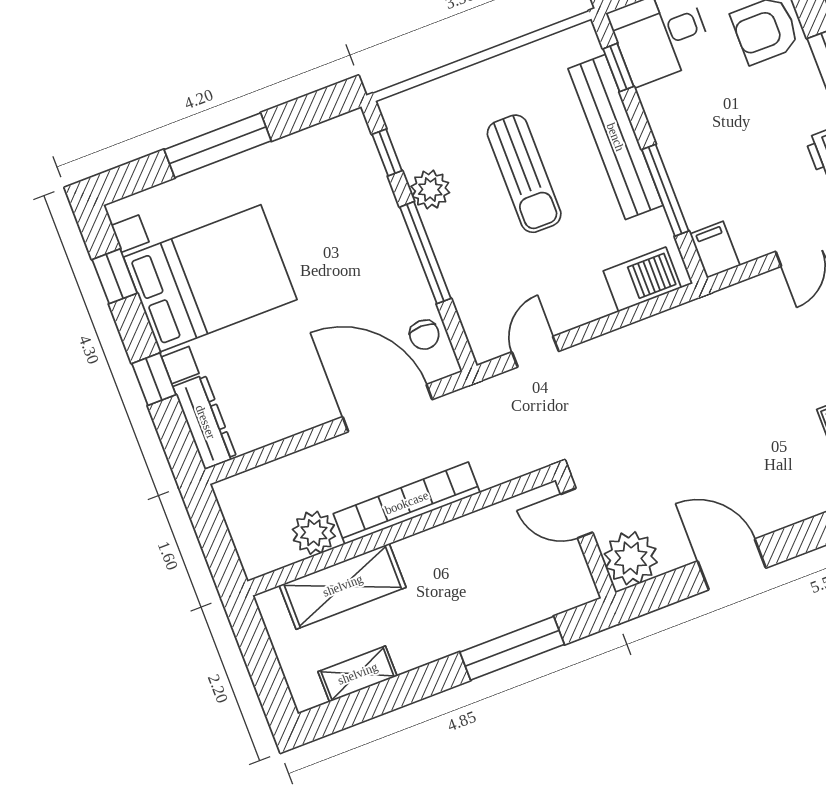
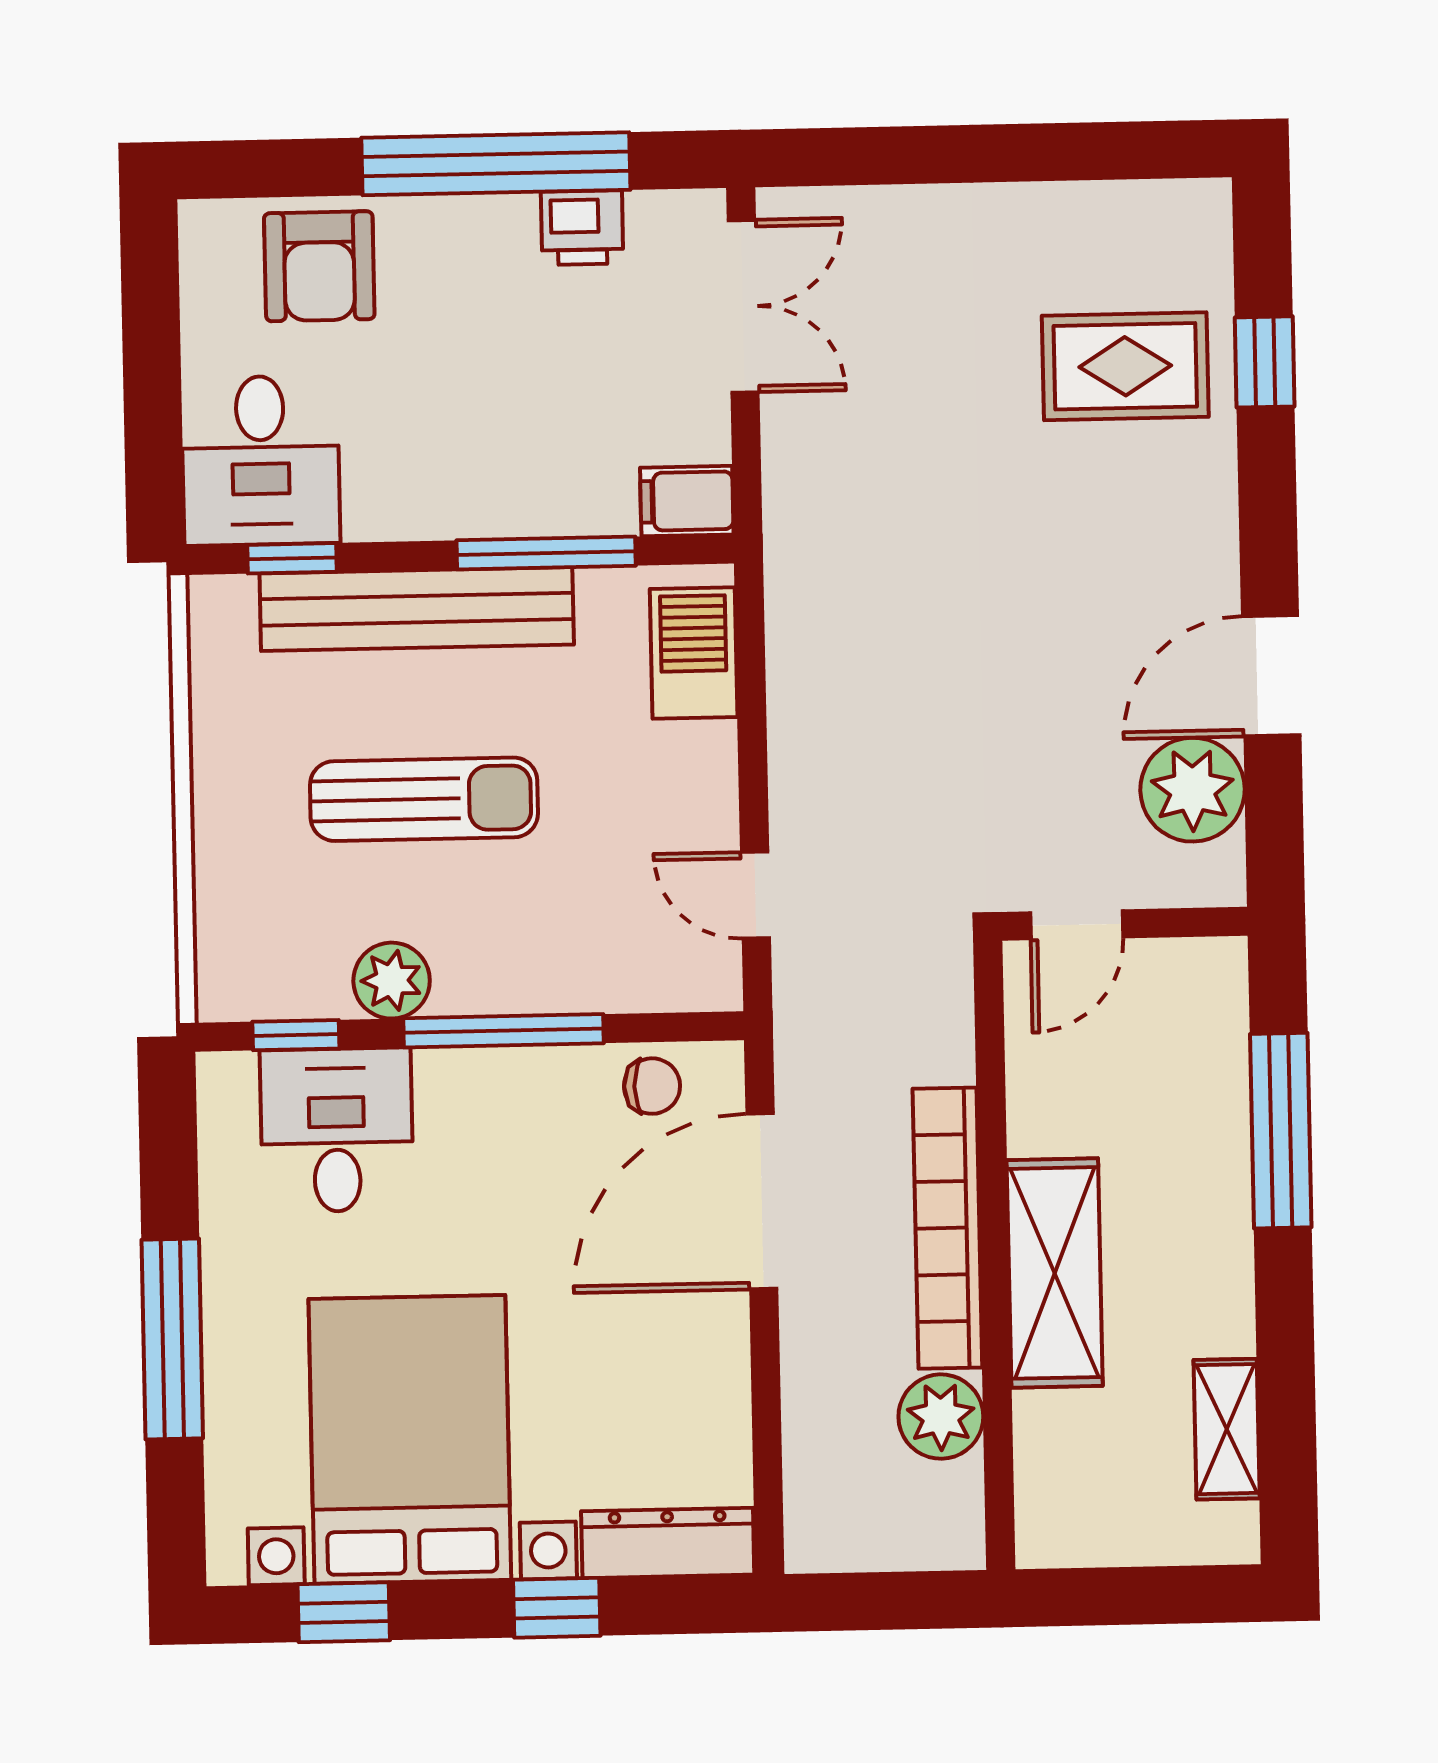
desk: (348, 189) -> (337, 1130), added
plant: (631, 558) -> (1193, 790), moved
shelving: (343, 586) -> (1055, 1273), moved

